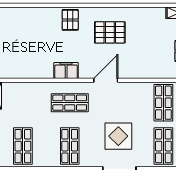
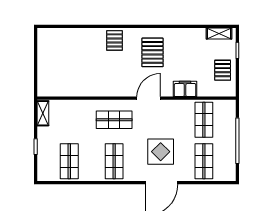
pallet: (110, 32) -> (152, 52), turned 90
filing cabinet: (66, 71) -> (185, 89), moved

